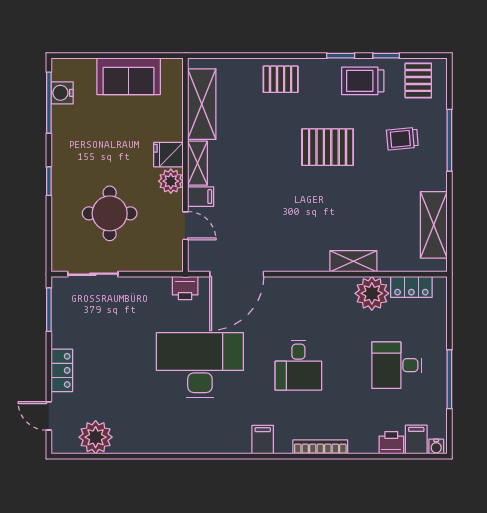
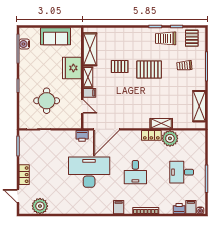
pallet: (281, 79) -> (120, 67), moved
fridge: (168, 155) -> (72, 68), width x1.88, depth x1.34
plant: (171, 181) -> (75, 86), removed
locker: (411, 287) -> (151, 135), moved

